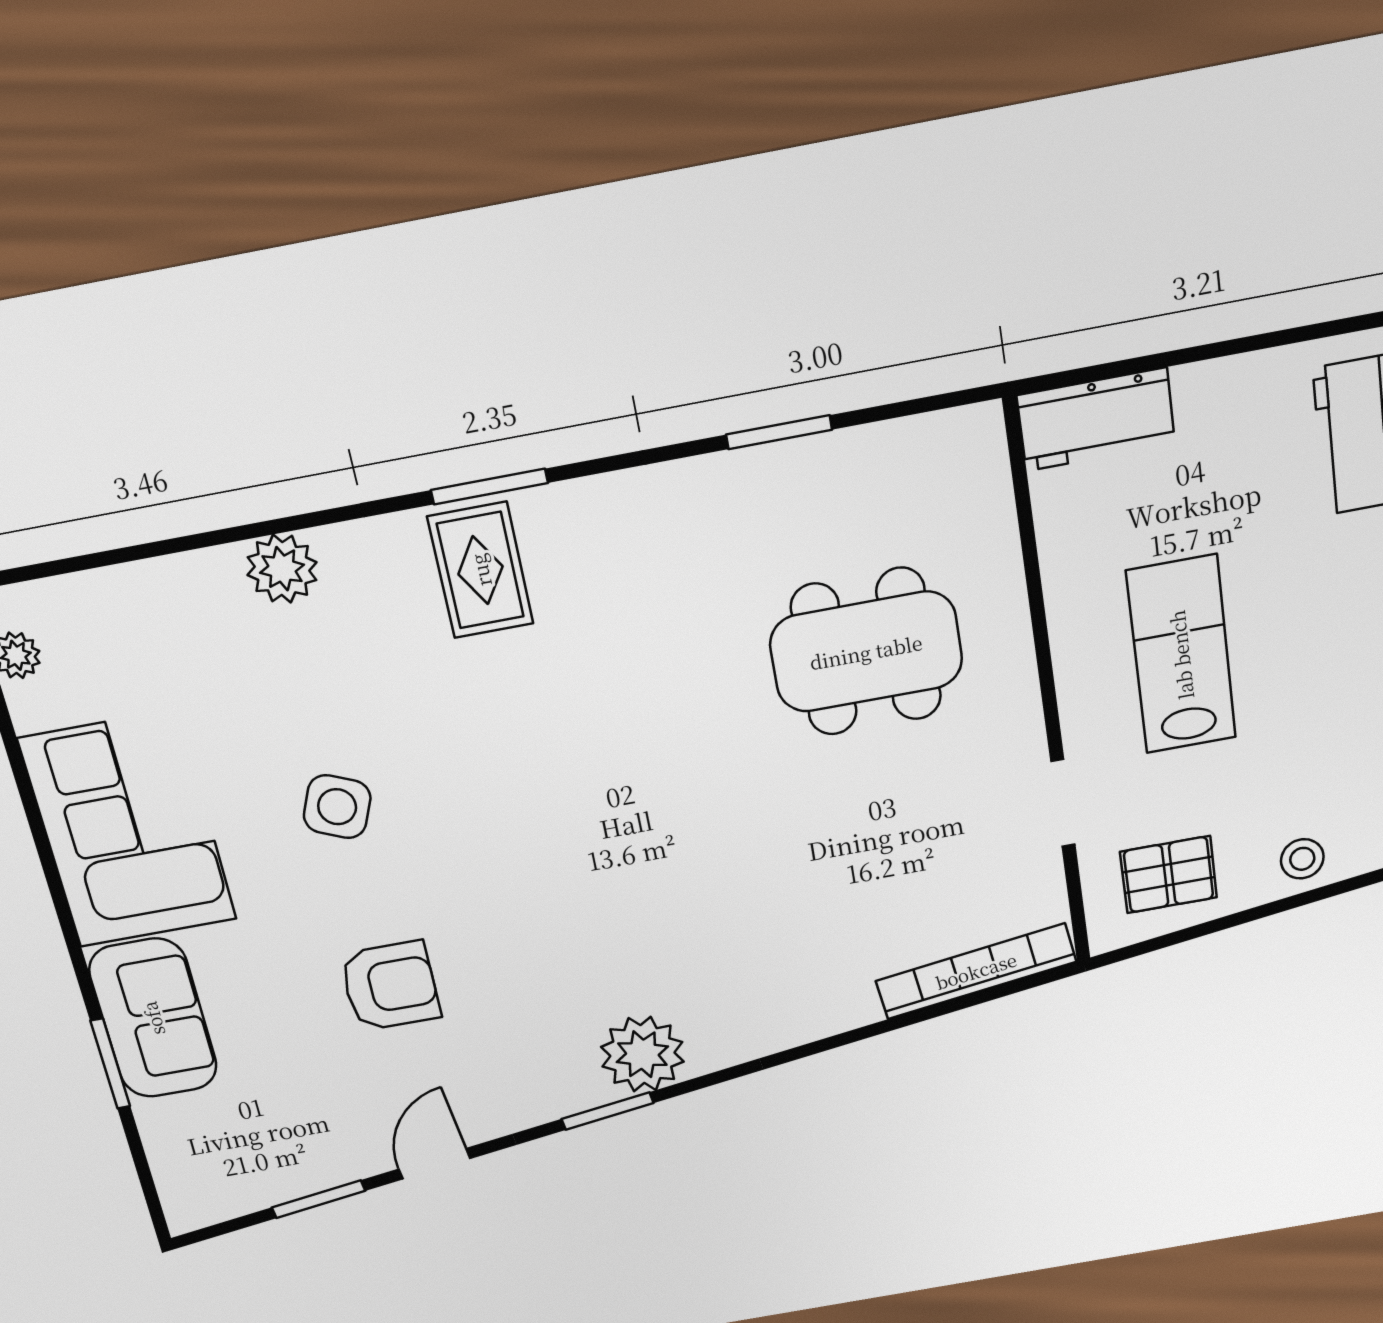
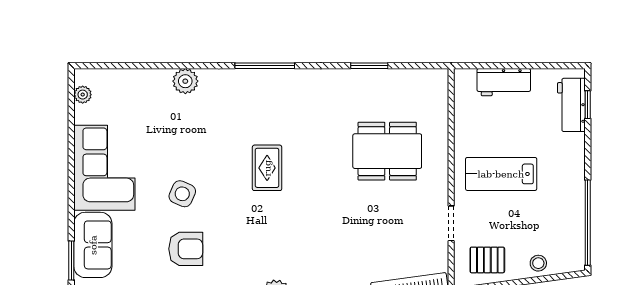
workbench: (1096, 420) -> (504, 82), moved
window: (489, 486) -> (265, 66), width x1.44
rug: (480, 570) -> (267, 168), moved
lab bench: (1181, 655) -> (501, 174), turned -90
side table: (337, 807) -> (182, 194), moved

